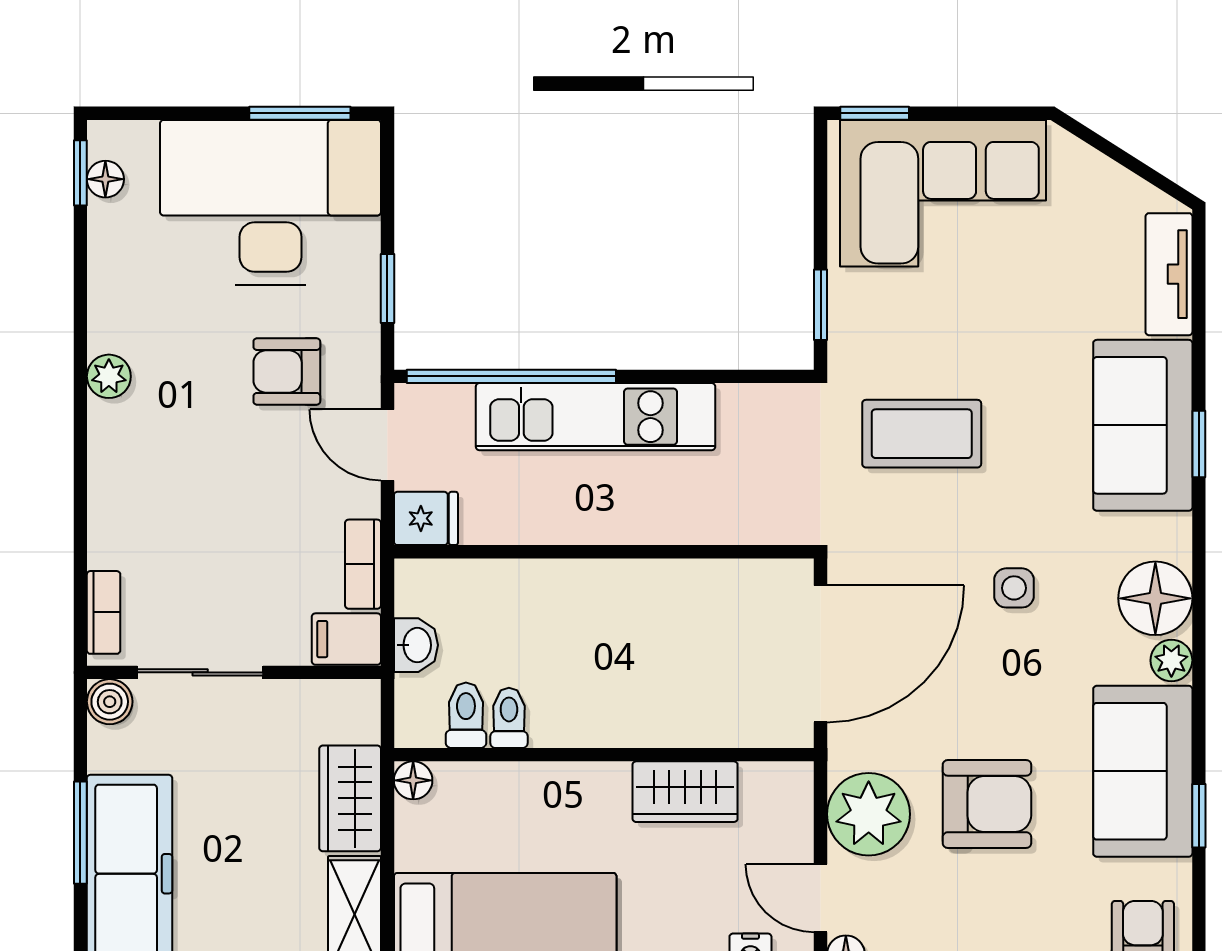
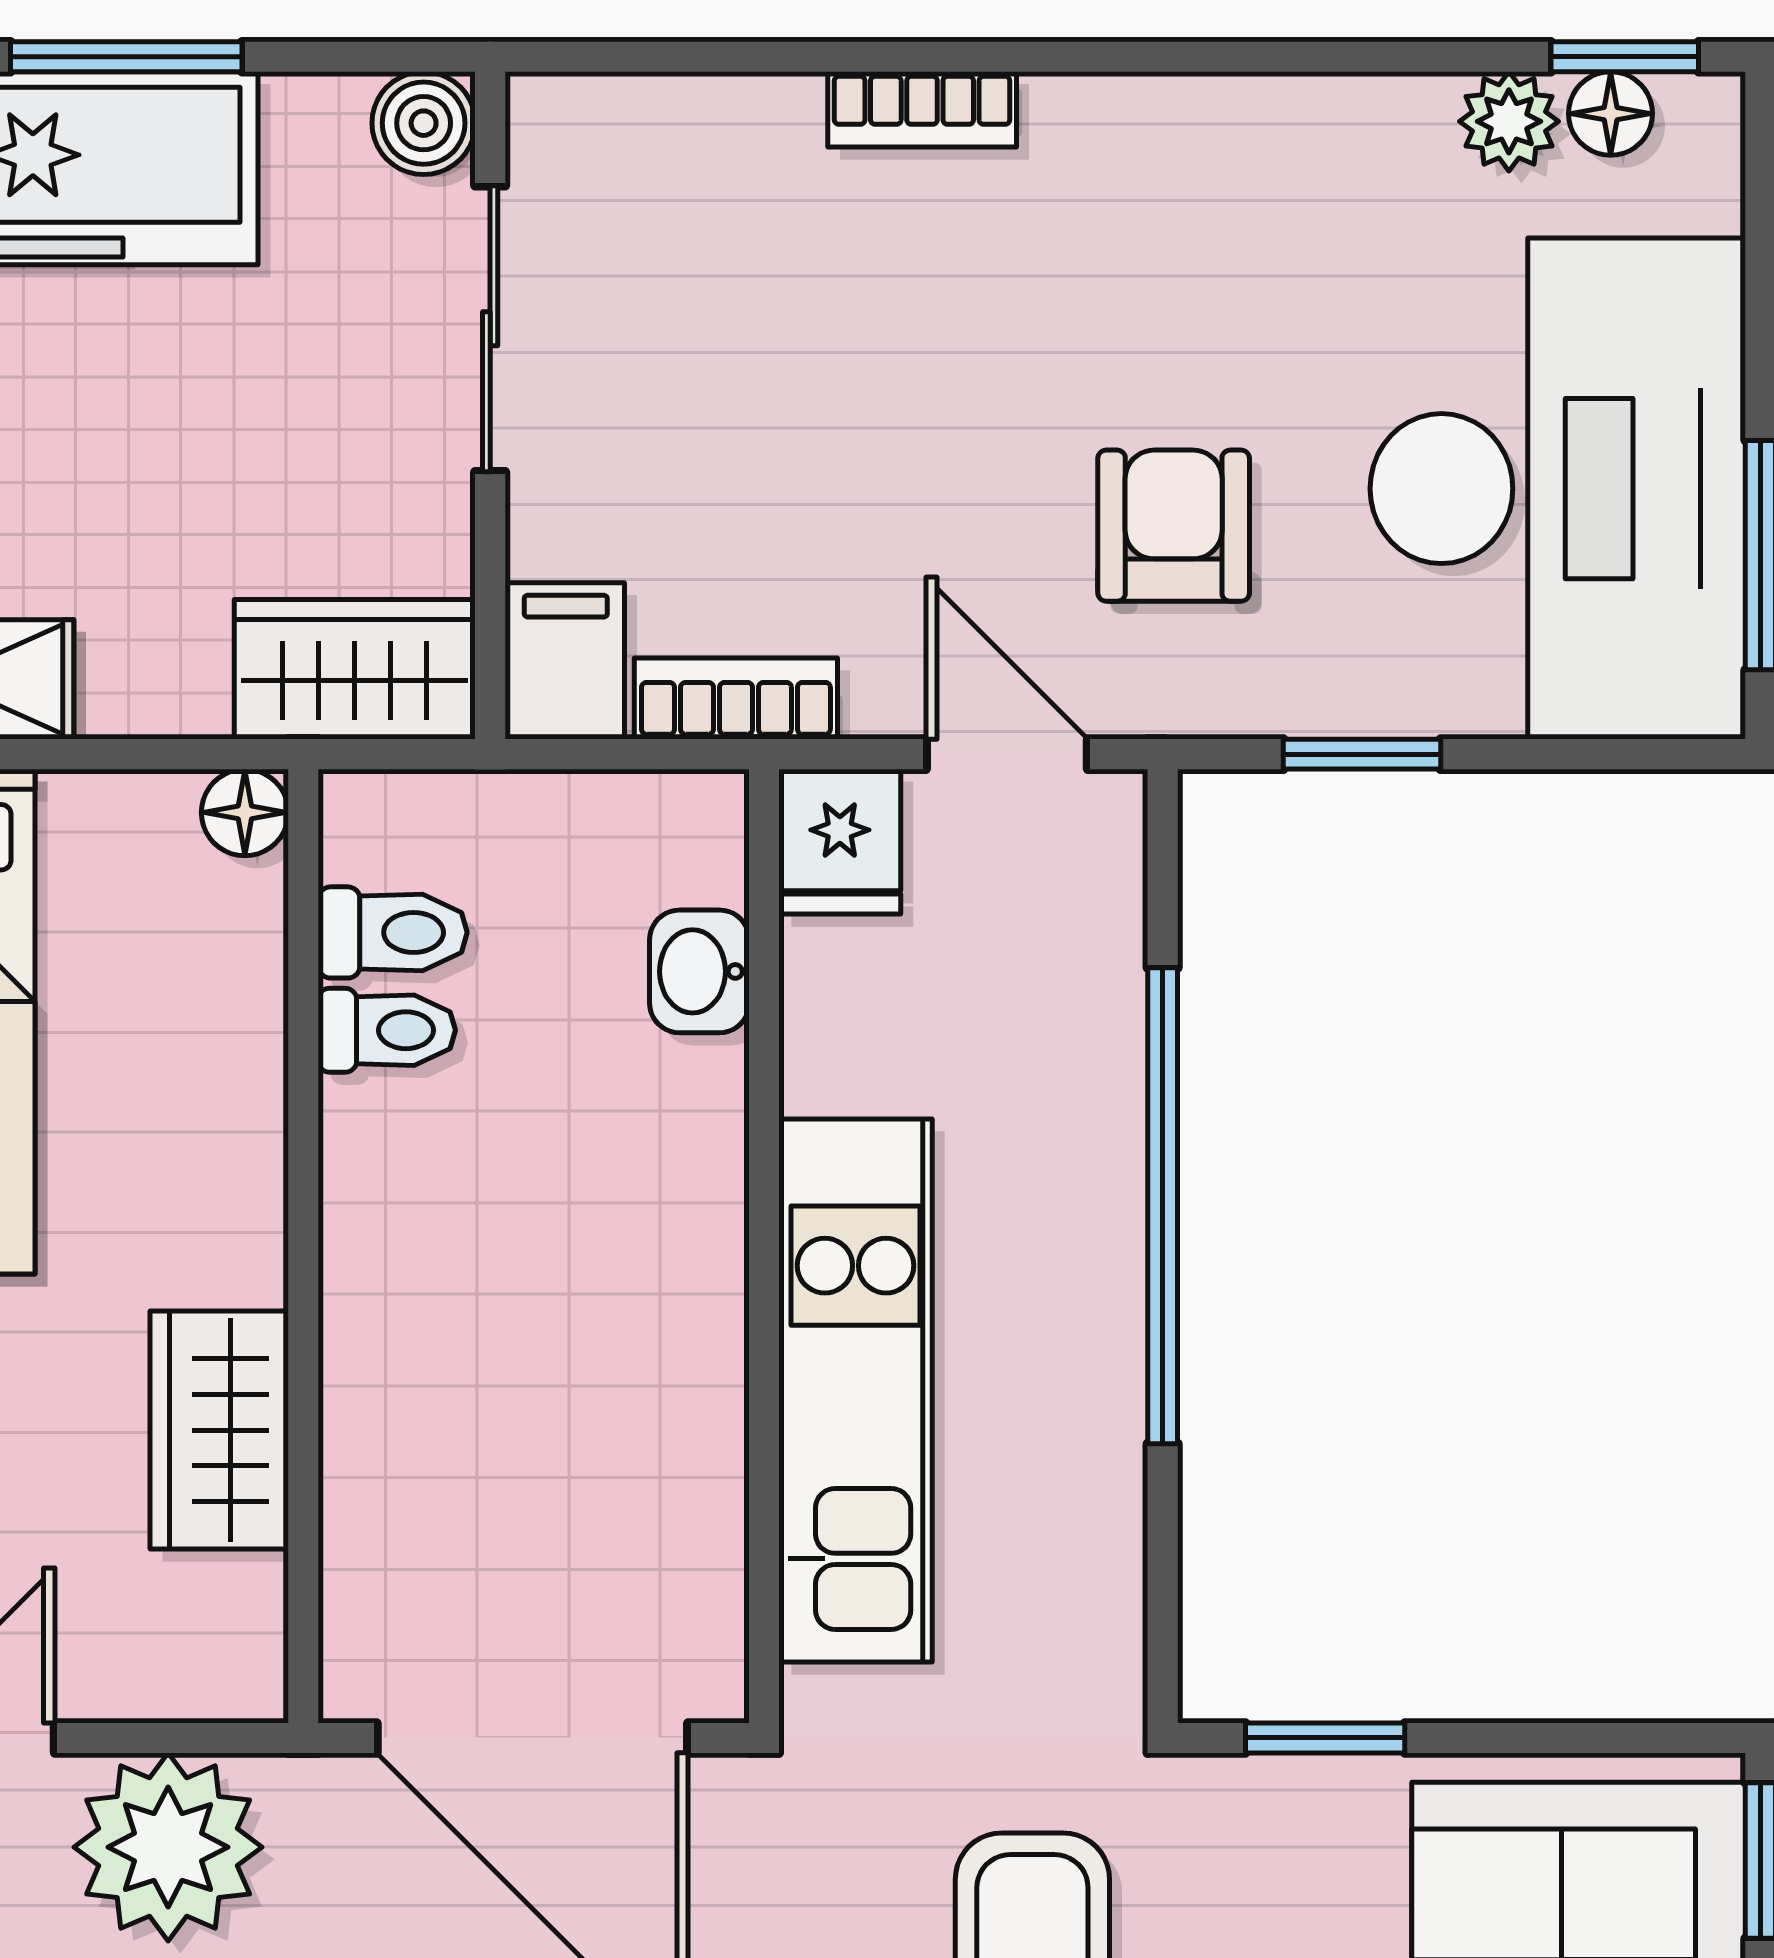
plant: (109, 376) -> (1509, 121), moved
window: (511, 376) -> (1163, 1206), moved
kitchen unit: (596, 417) -> (856, 1391), moved, turned 180
door: (387, 445) -> (1007, 754), hinge flipped
bookcase: (104, 612) -> (922, 109), moved
washbasin: (416, 645) -> (699, 971), moved, turned 90
wardrobe: (350, 798) -> (355, 669), moved

